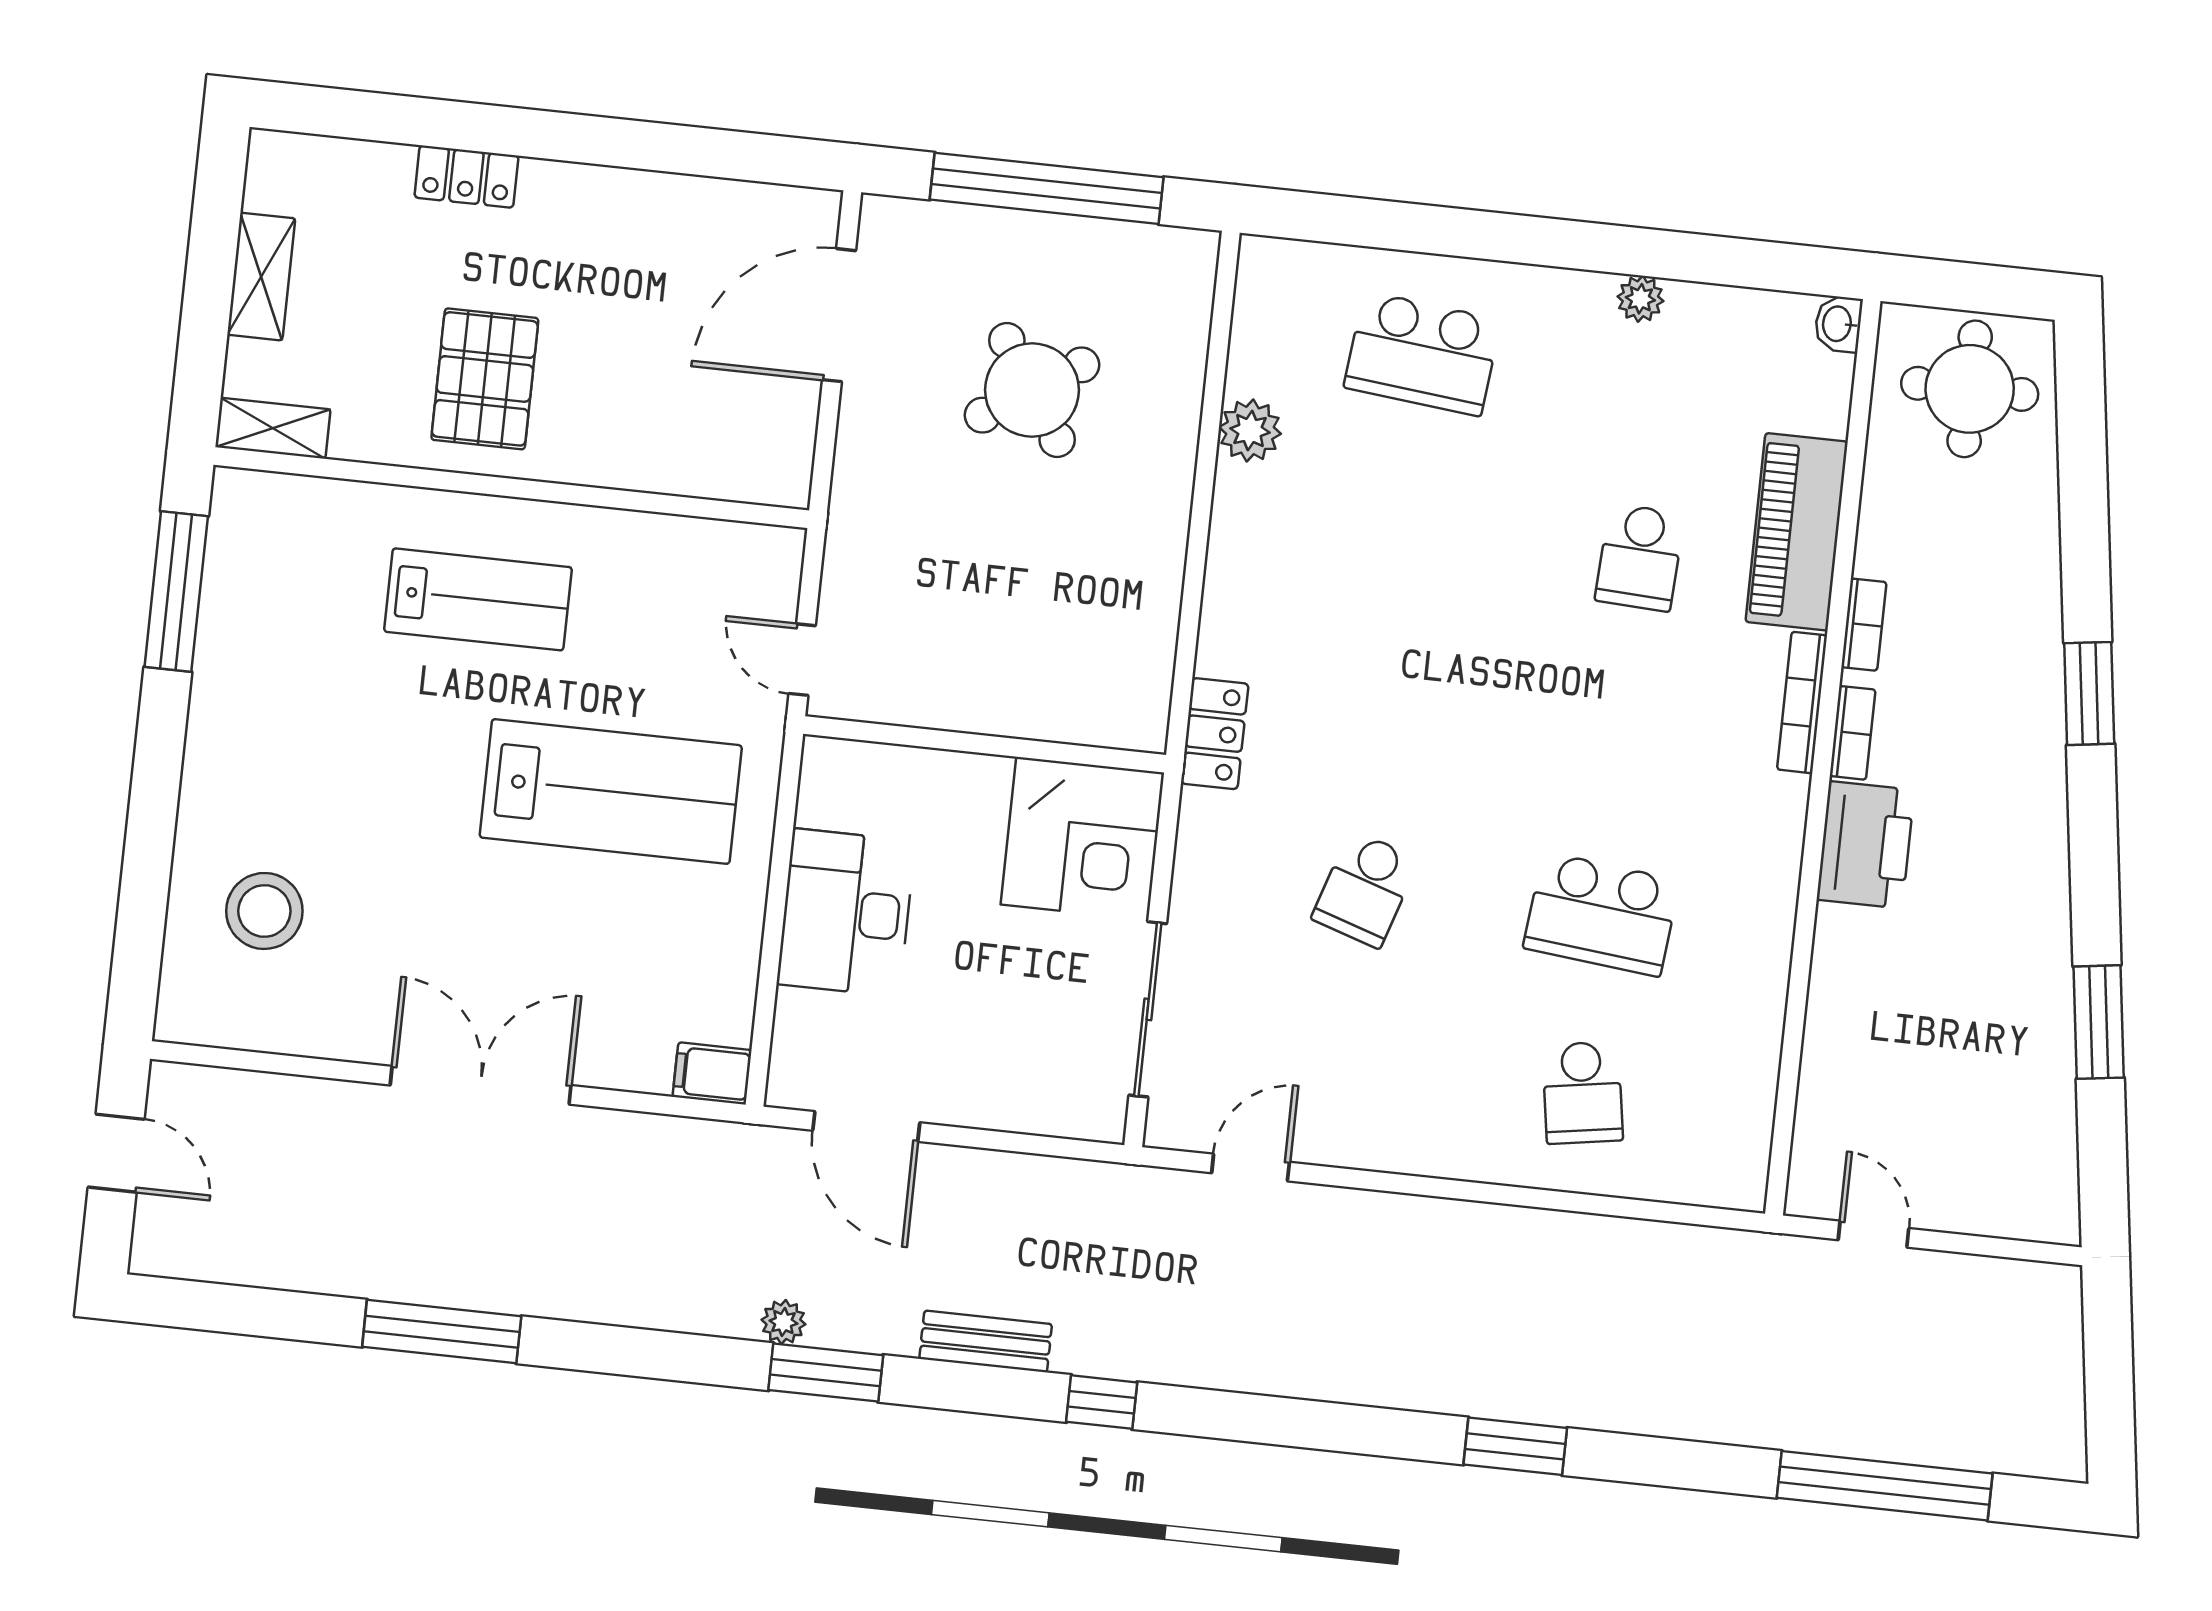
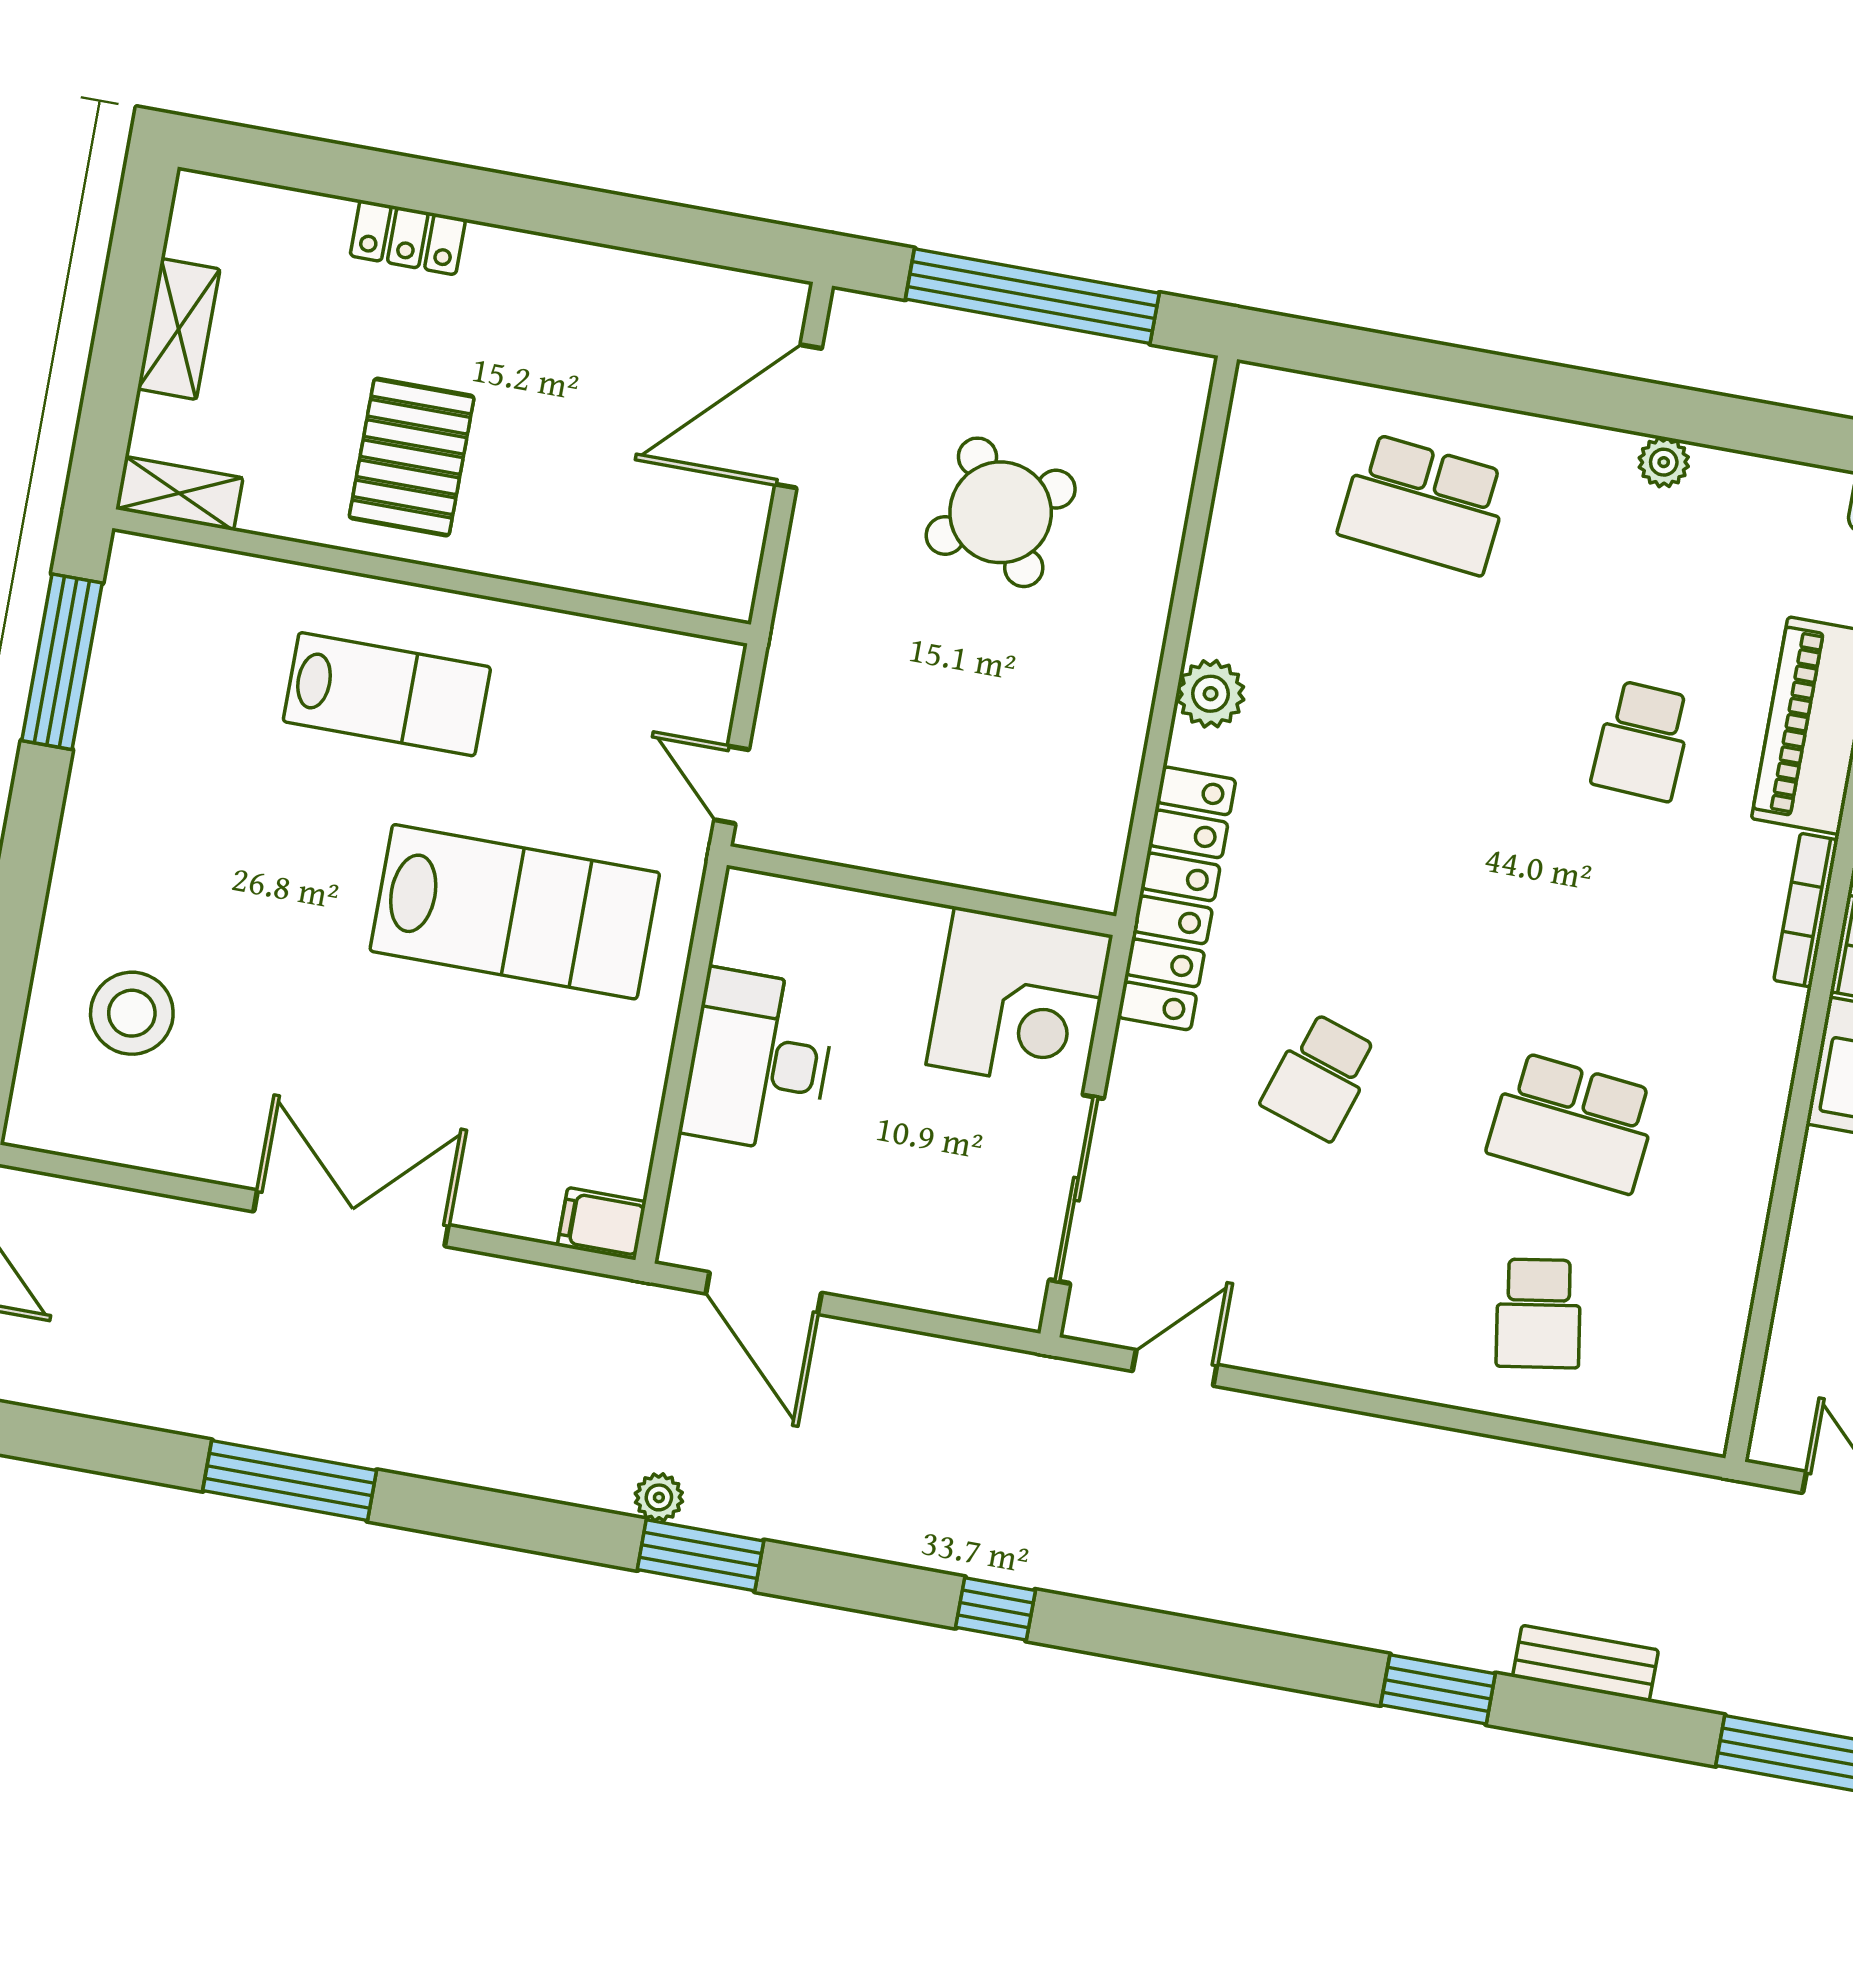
plant: (1250, 430) -> (1211, 694), moved
locker: (1215, 734) -> (1177, 898), width x2.16, depth x1.21
bench: (986, 1341) -> (1586, 1663), moved

